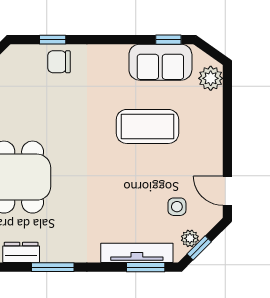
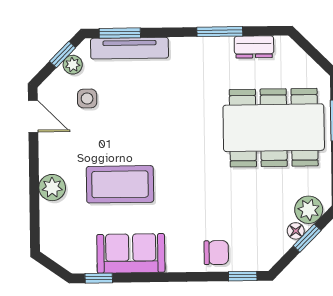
window: (53, 40) -> (243, 276), moved
sofa: (160, 62) -> (131, 253), moved
plant: (211, 78) -> (52, 188), moved

